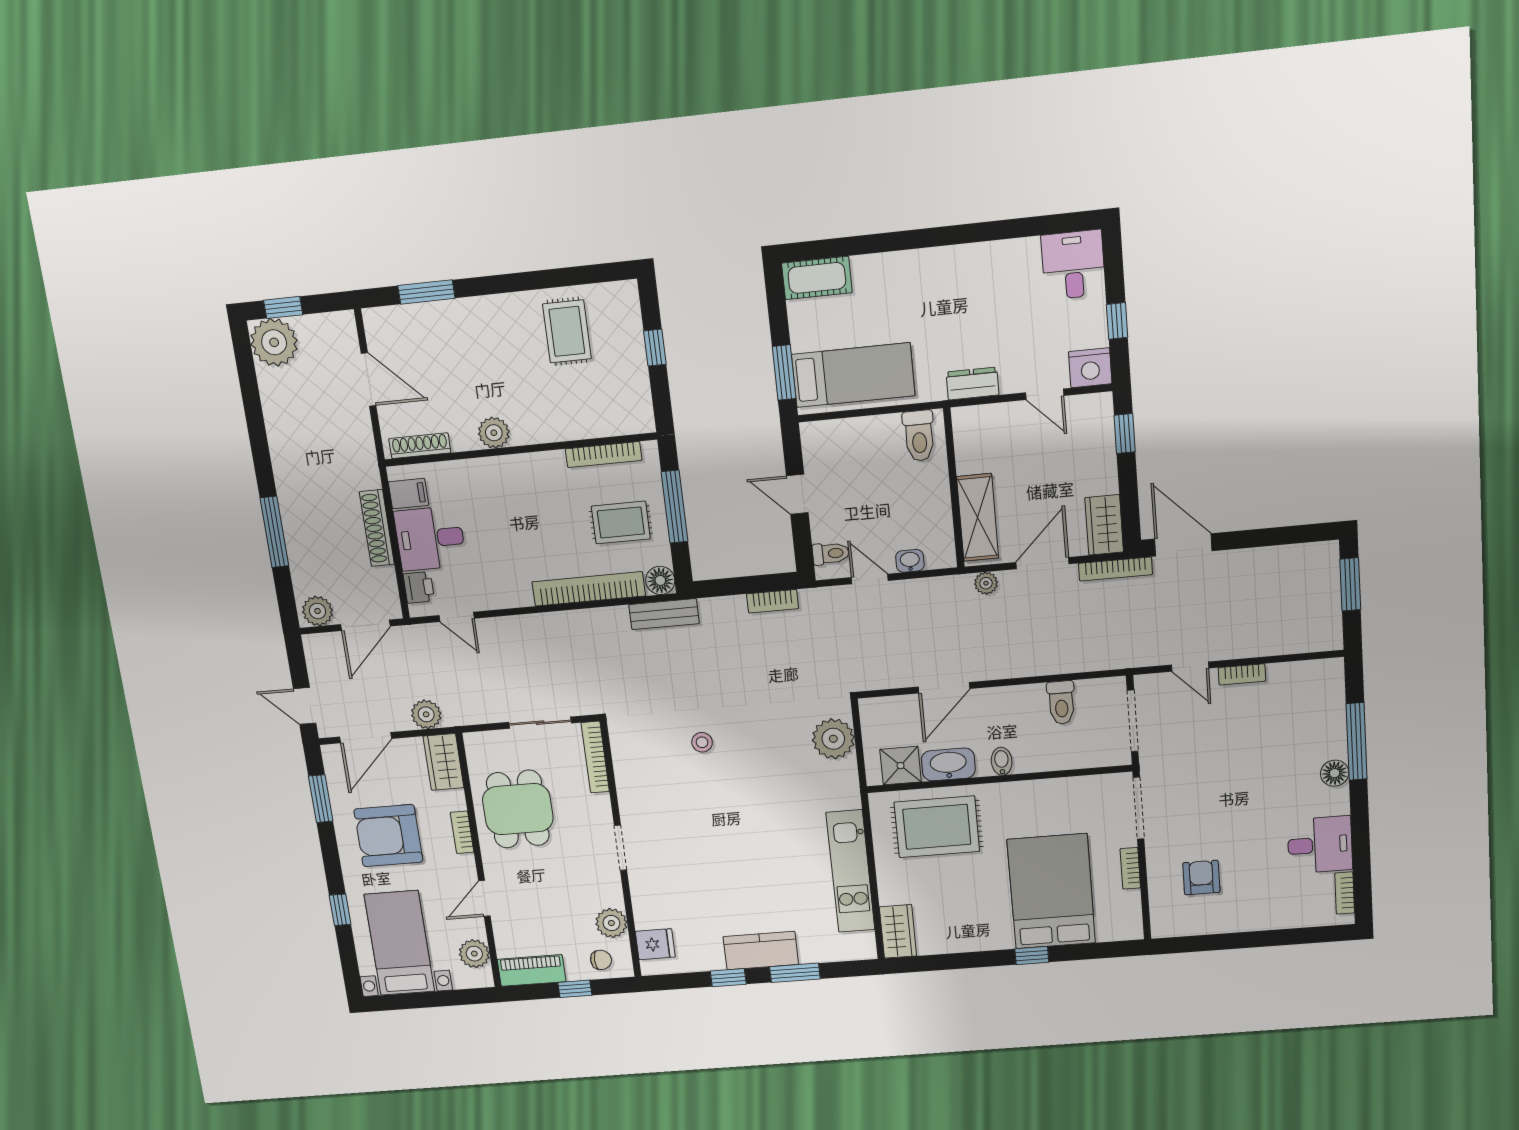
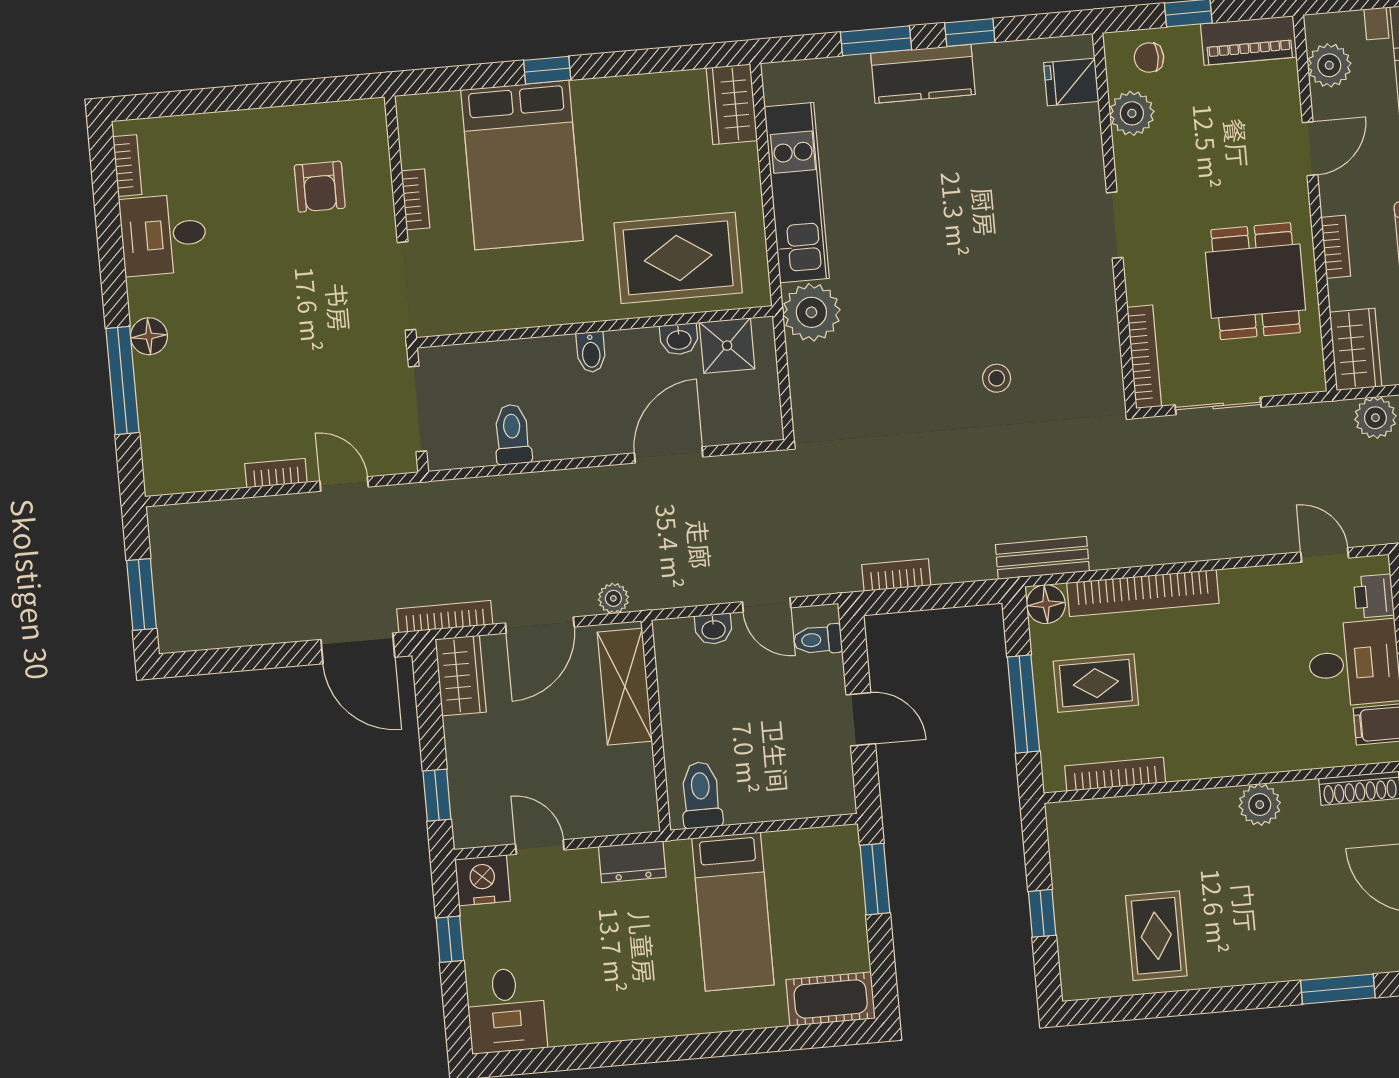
bed: (853, 375) -> (733, 912), moved, turned -90
plant: (833, 739) -> (811, 312), moved
washbasin: (948, 764) -> (679, 339), width x0.52, depth x0.69

